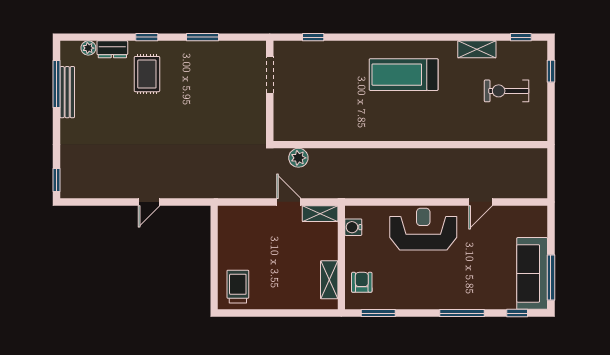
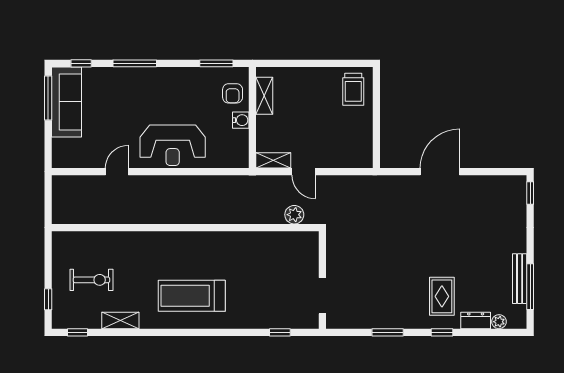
treadmill: (404, 75) -> (192, 296), turned 180
door: (149, 202) -> (440, 172), width x1.87
water cooler: (353, 227) -> (241, 120), moved

